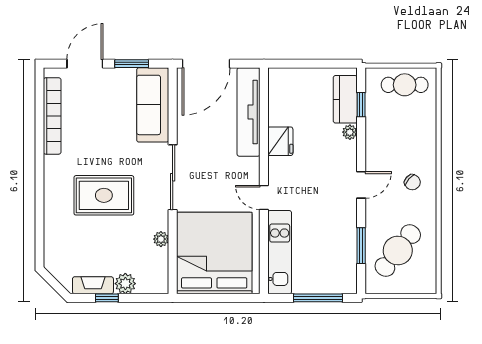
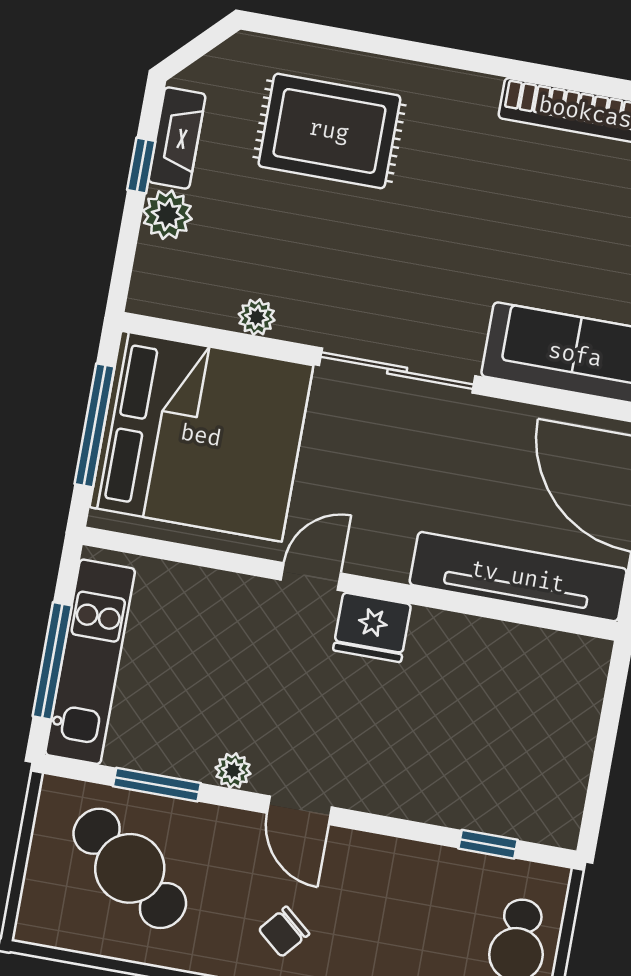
kitchen counter: (345, 99) -> (507, 809), removed
plant: (350, 132) -> (233, 771), moved
fridge: (280, 141) -> (372, 627), moved
rug: (104, 195) -> (329, 131), moved, turned 90
kitchen unit: (280, 252) -> (90, 662), moved, turned -90
window: (218, 298) -> (95, 425), added

